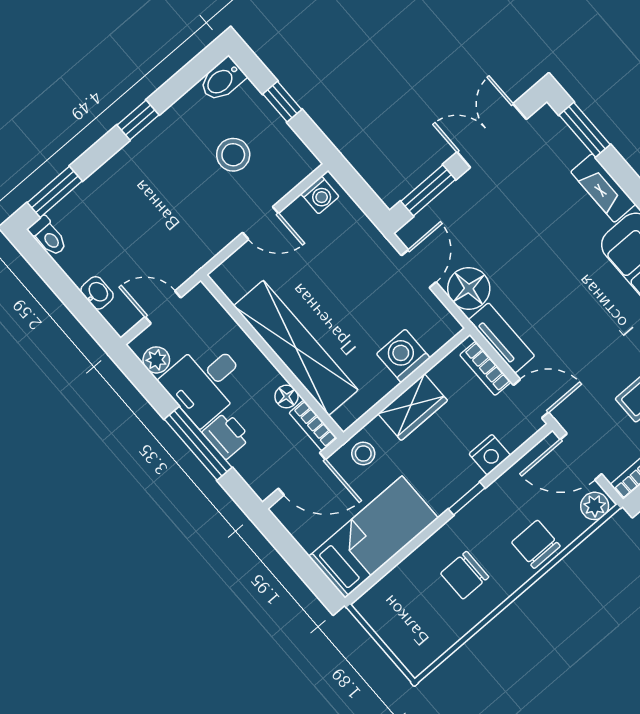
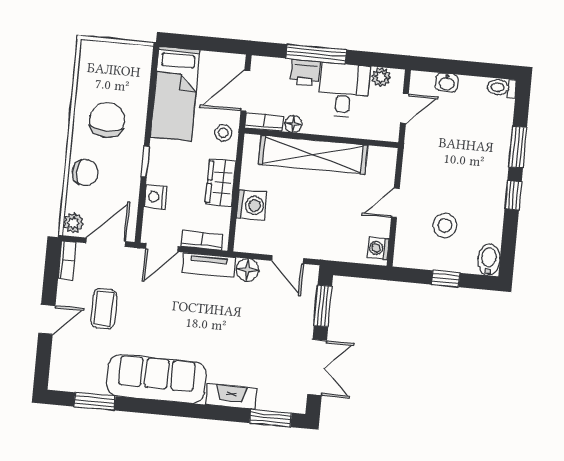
window: (55, 192) -> (518, 147), moved
floor lamp: (469, 288) -> (248, 270), width x0.73, depth x0.73
chair: (465, 575) -> (107, 120), width x1.37, depth x1.37

